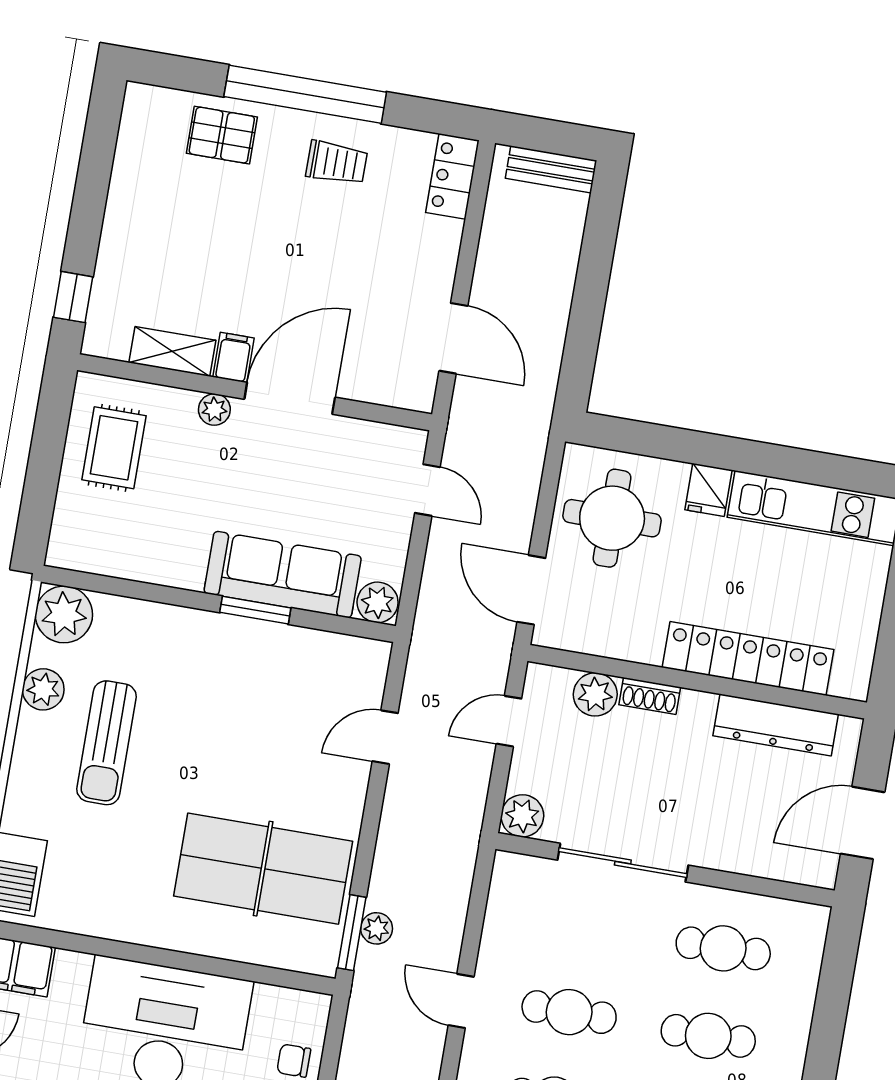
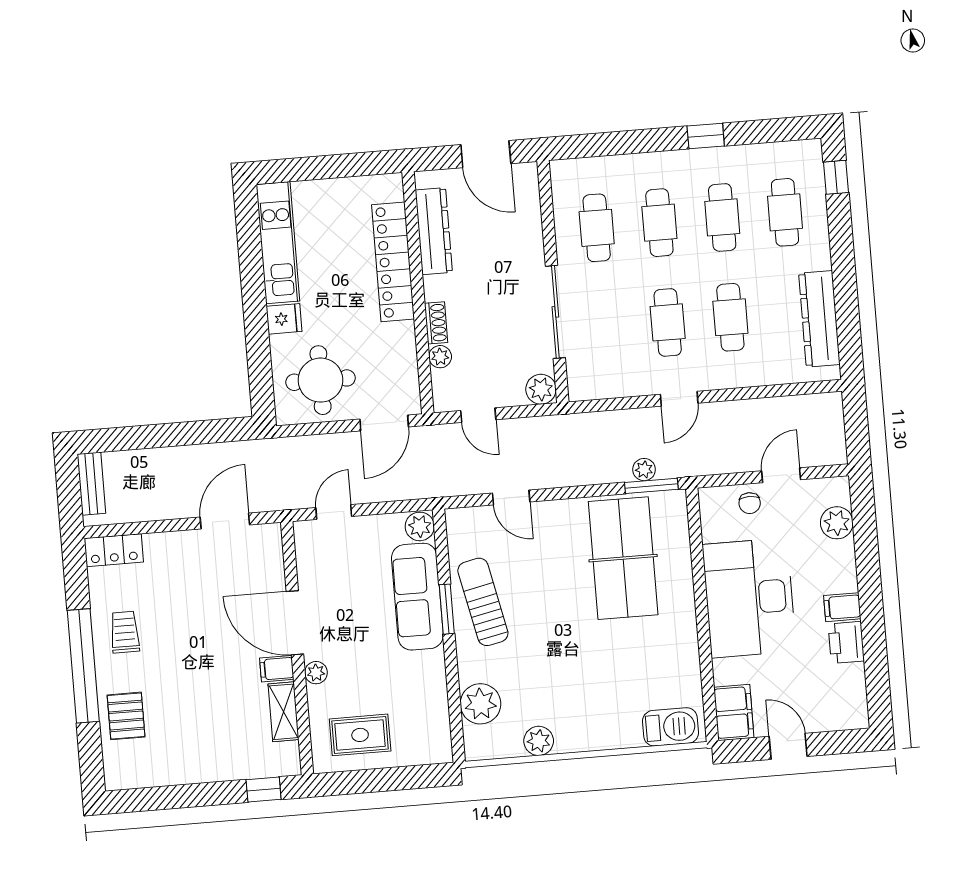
plant: (64, 614) -> (480, 704), moved
plant: (595, 694) -> (440, 357), width x0.73, depth x0.73
sun lounger: (106, 743) -> (483, 602), moved, turned -102

